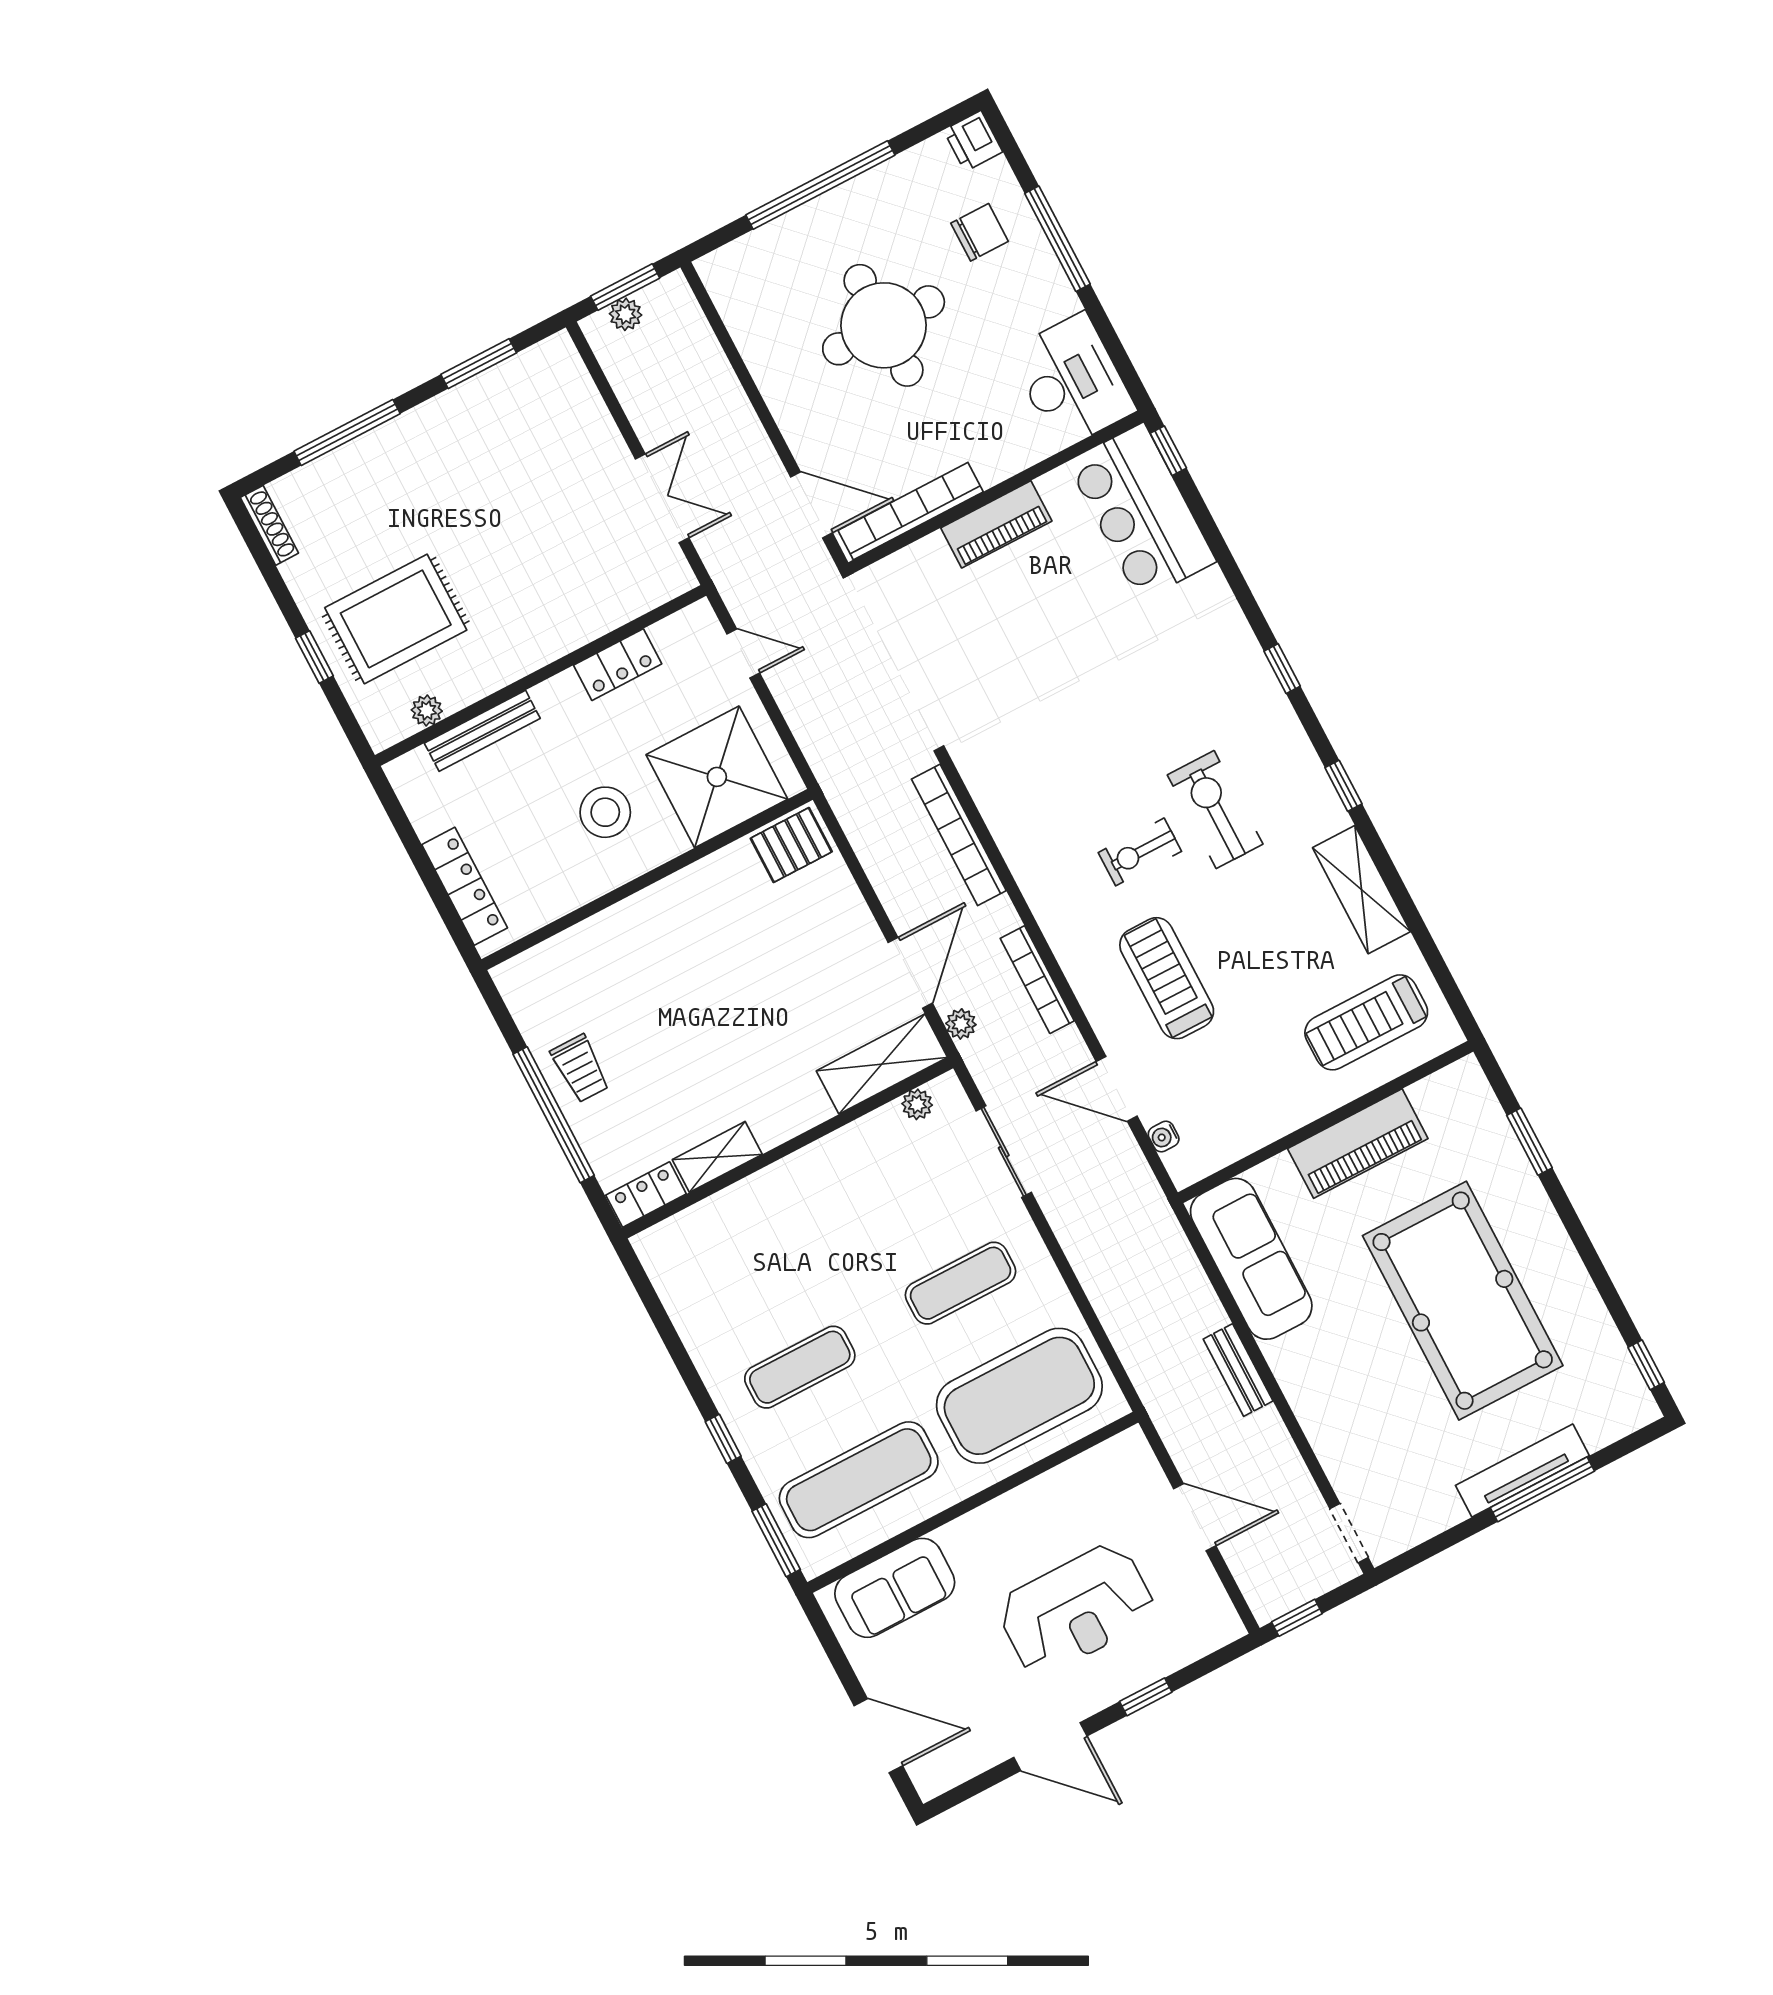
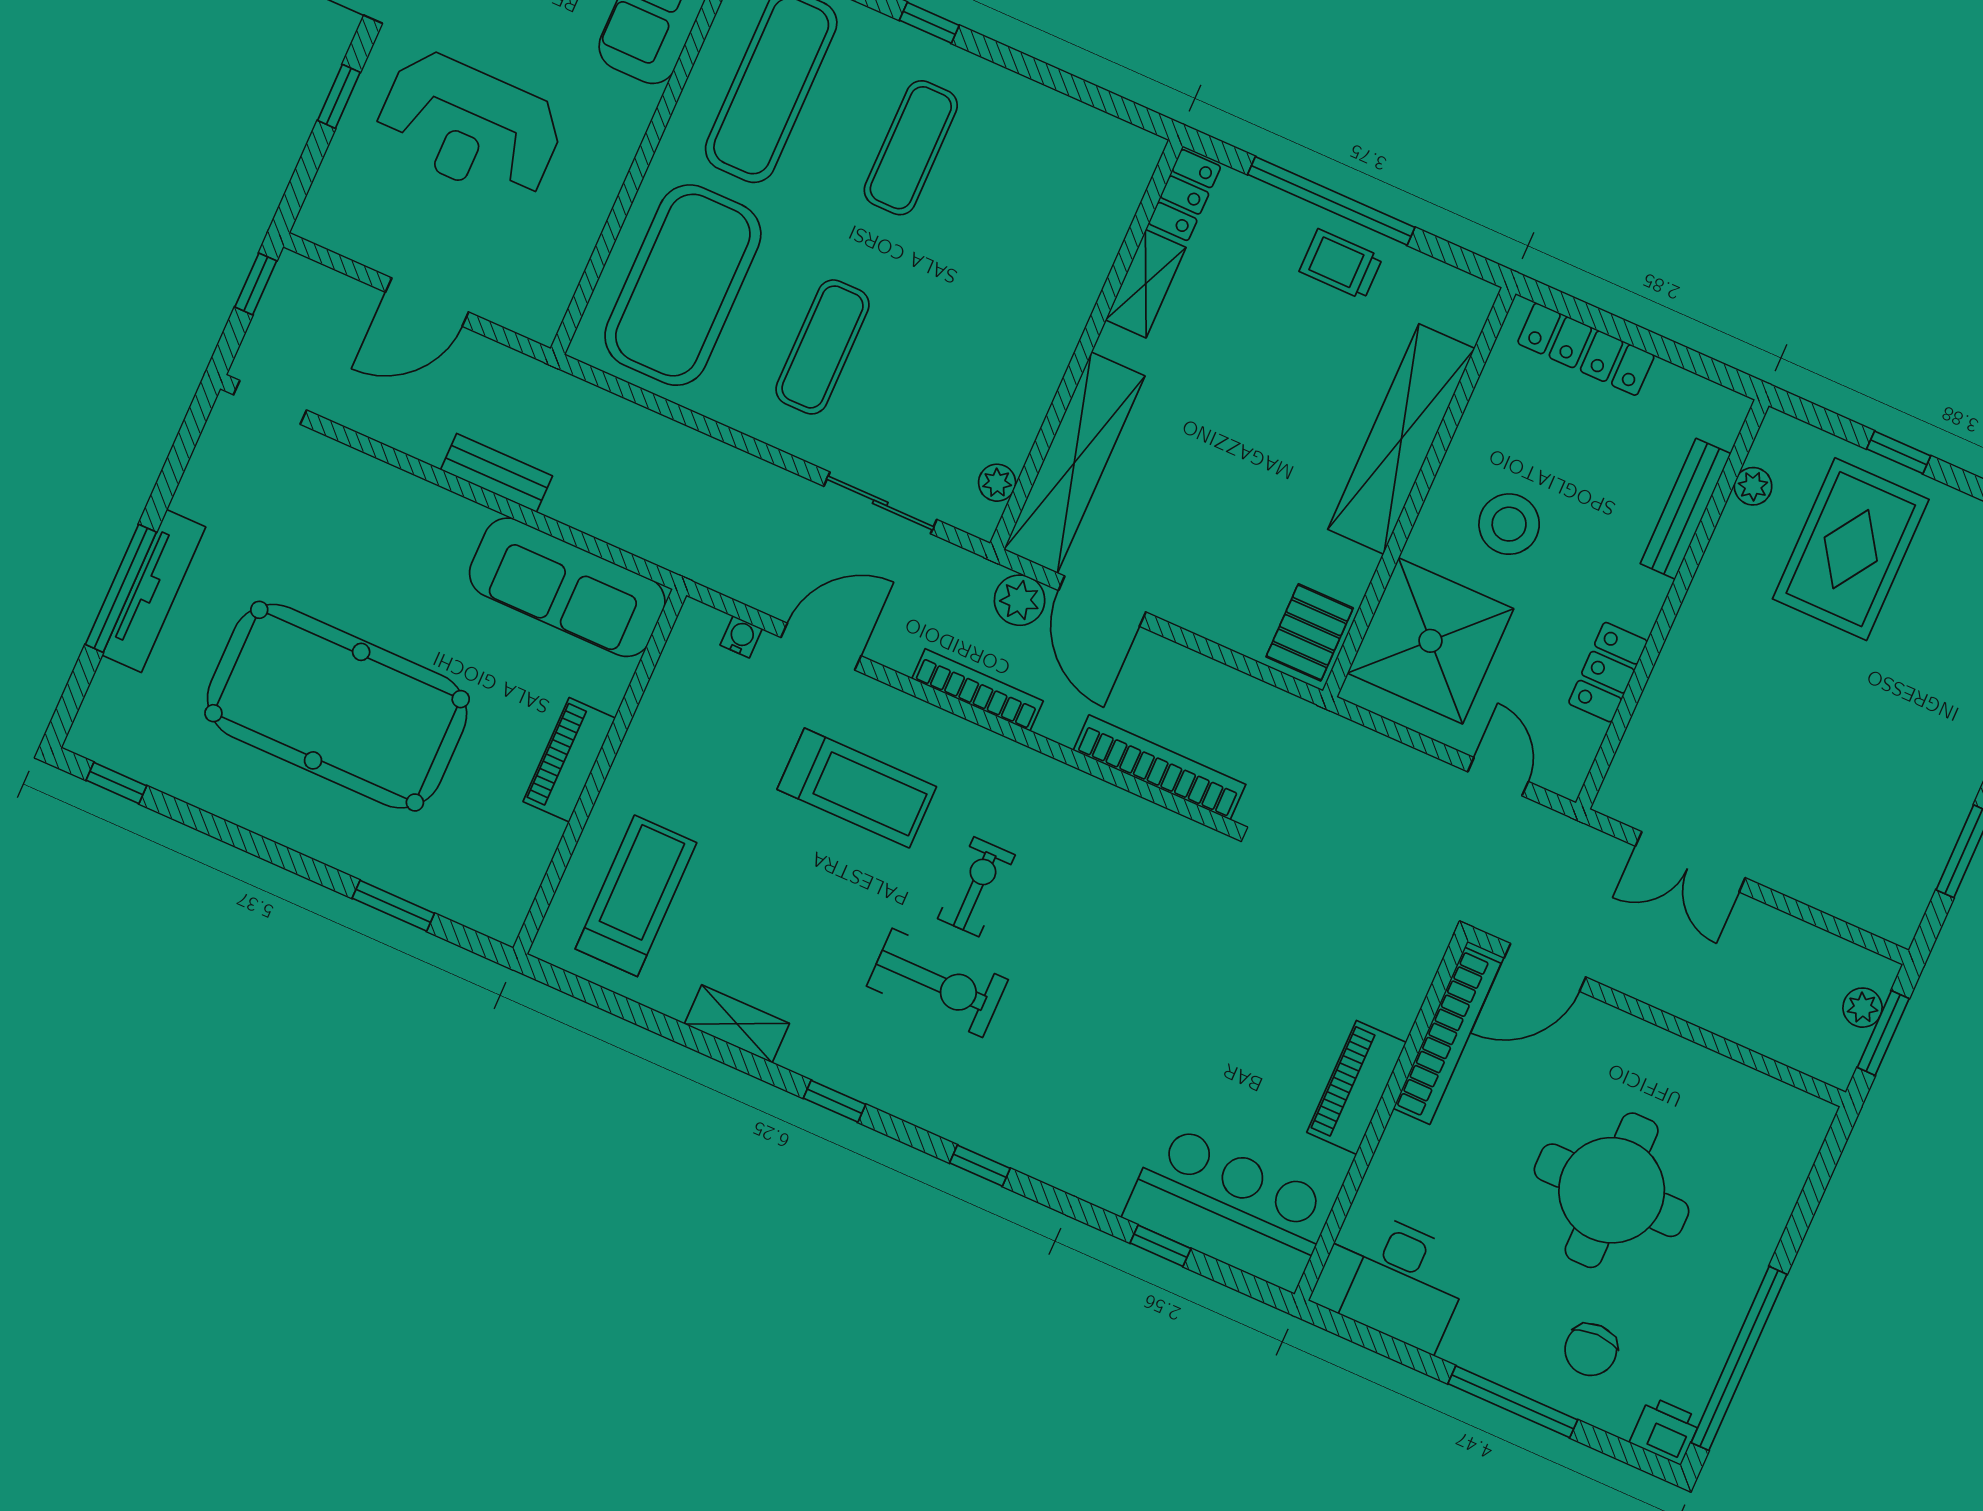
window: (820, 185) -> (1739, 1358), moved
window: (1168, 451) -> (1160, 1246), moved
door: (743, 654) -> (1498, 777), swing flipped
shelving: (1362, 890) -> (737, 1024), width x0.67, depth x0.75
shelving: (631, 923) -> (1401, 439), added
plant: (961, 1024) -> (1020, 600), width x1.38, depth x1.38
shelving: (882, 1064) -> (1074, 463), width x1.47
piano: (1358, 1144) -> (569, 760), width x0.73, depth x0.75
reception desk: (1076, 1609) -> (470, 127), turned -90

